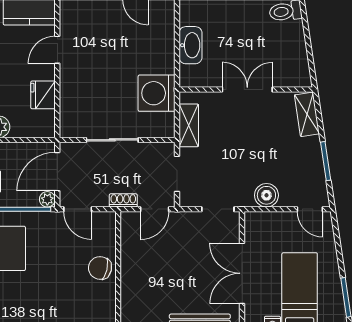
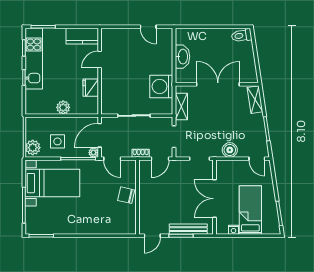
double door: (247, 90) -> (218, 84), width x1.37

